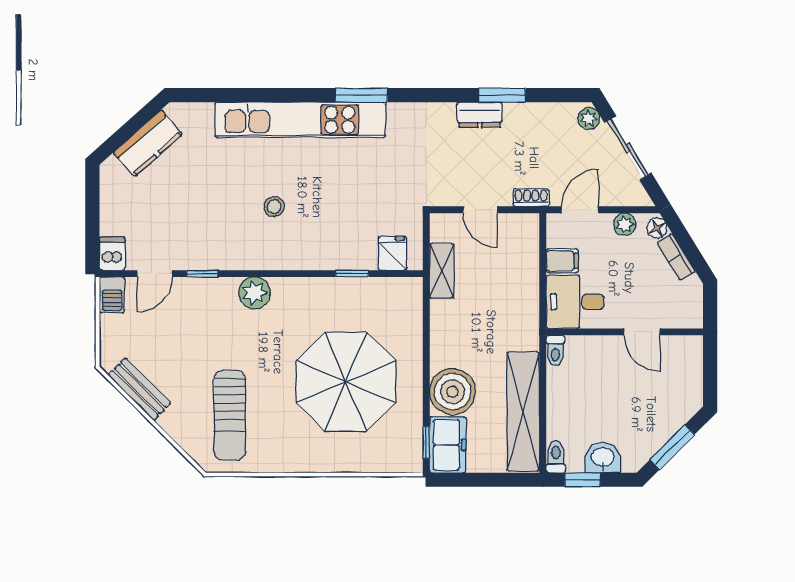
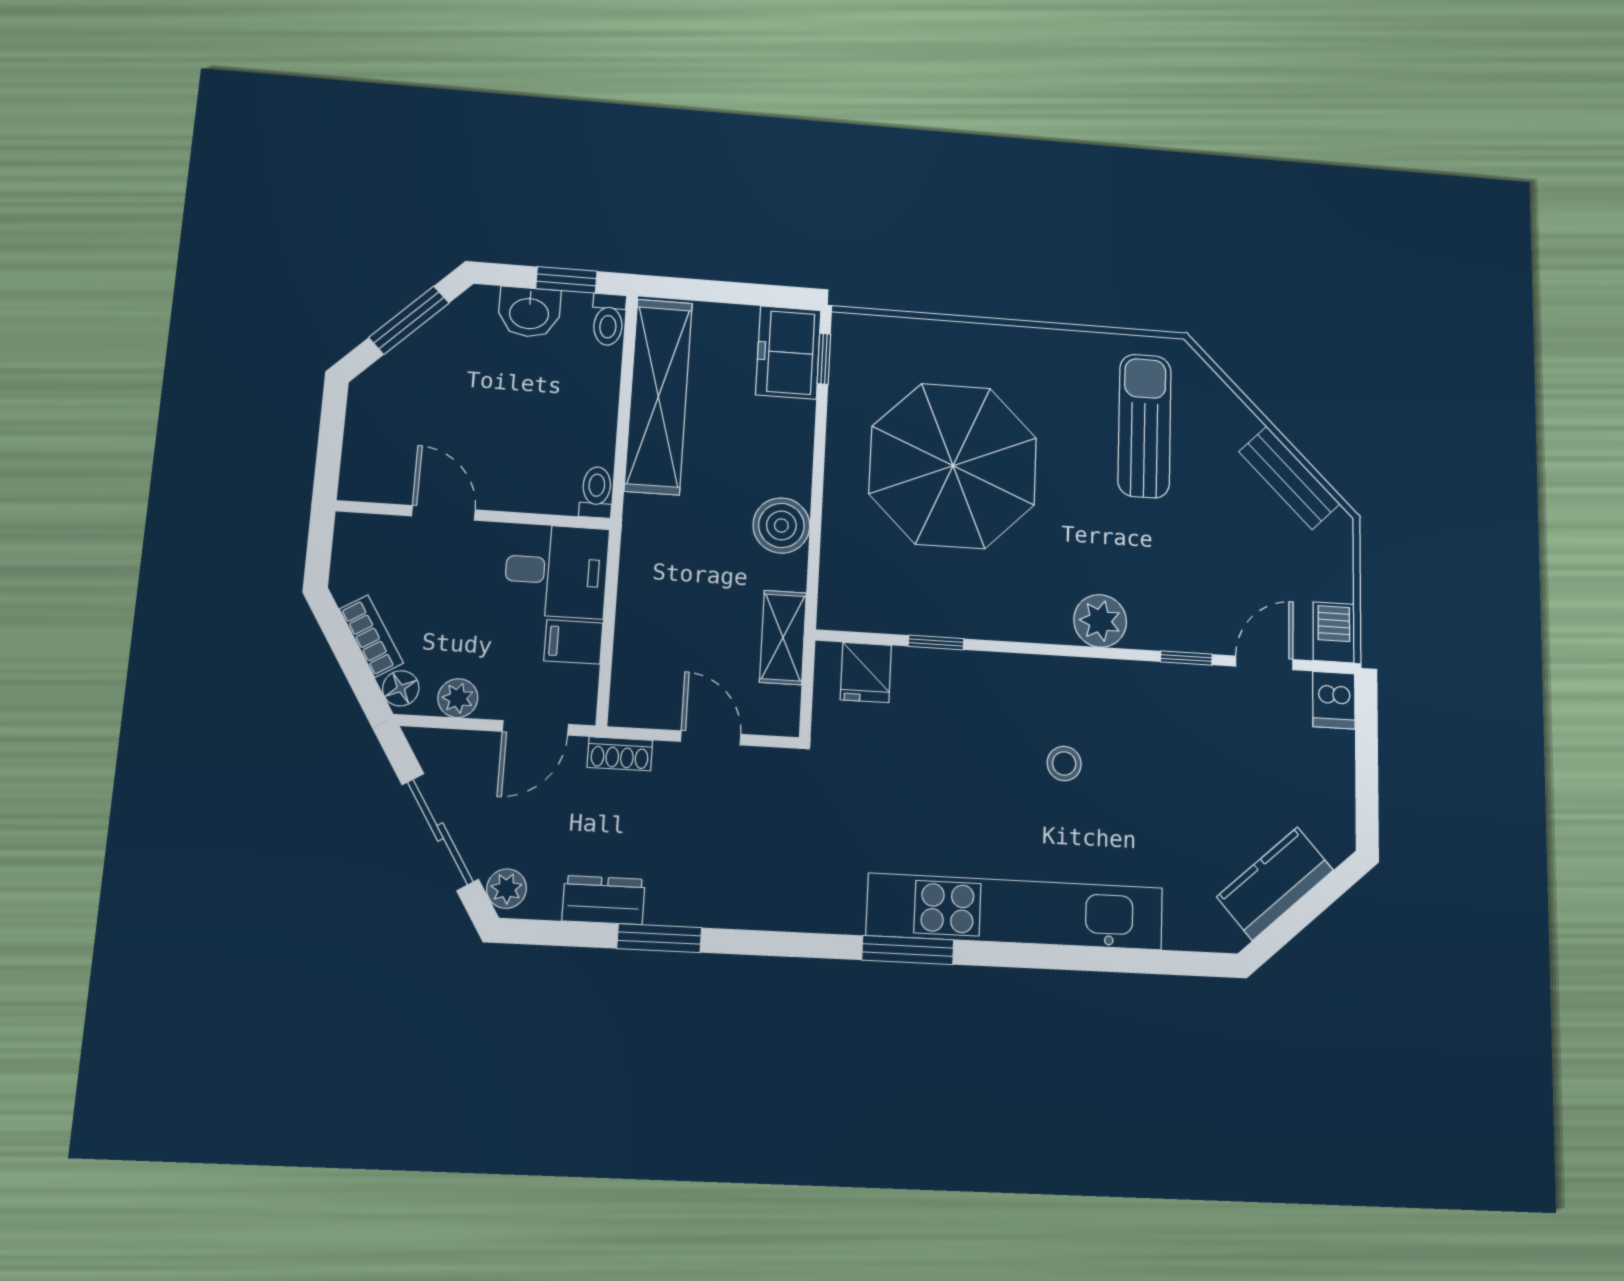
dresser: (480, 115) -> (604, 900), moved
boiler: (452, 392) -> (781, 525), moved, width x0.73, depth x0.73

